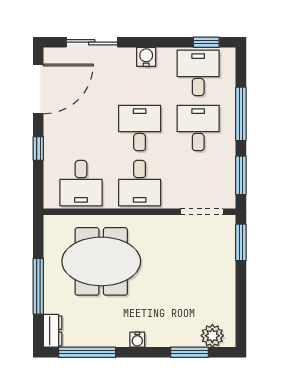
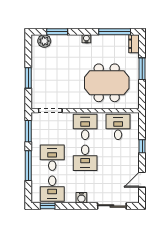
door: (38, 89) -> (142, 180), width x0.53
desk: (198, 128) -> (52, 158), turned 180
window: (241, 242) -> (28, 78), moved
window: (38, 286) -> (142, 69), width x0.69

